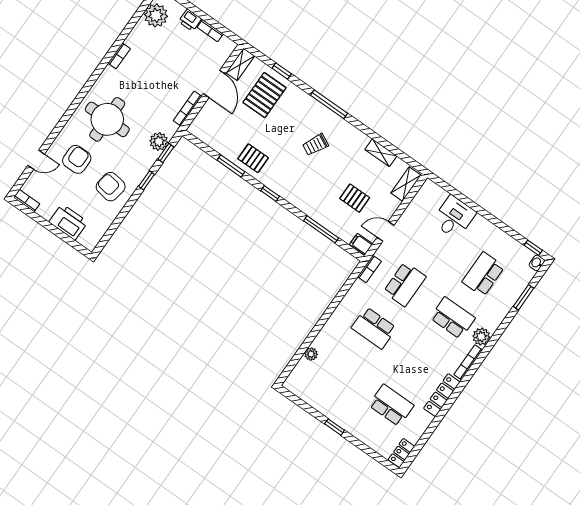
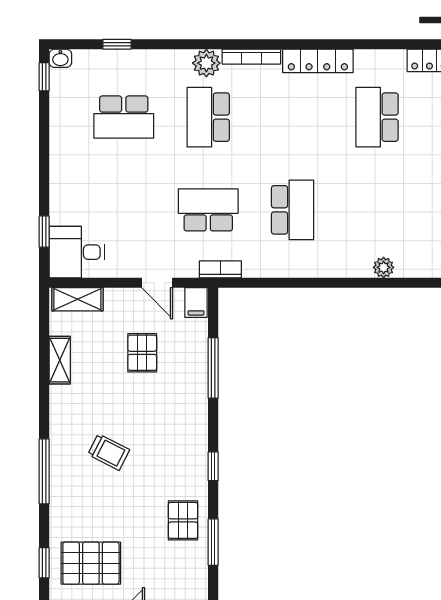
window: (453, 191) -> (44, 232), added
desk: (454, 217) -> (77, 252), moved
window: (524, 297) -> (117, 44), width x0.67

